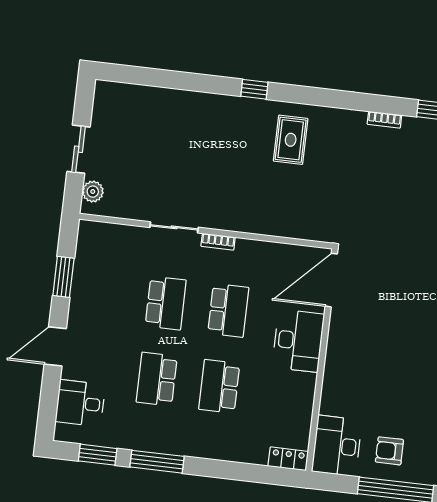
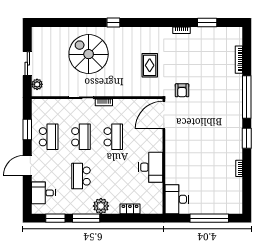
rug: (291, 140) -> (150, 65), moved
spiral stairs: (199, 145) -> (89, 54), added
desk: (298, 341) -> (151, 167), moved
school desk: (219, 386) -> (49, 137), moved, turned 180
plant: (189, 441) -> (101, 206), added
armchair: (389, 451) -> (182, 90), moved, turned -90
locker: (288, 459) -> (130, 209), moved

